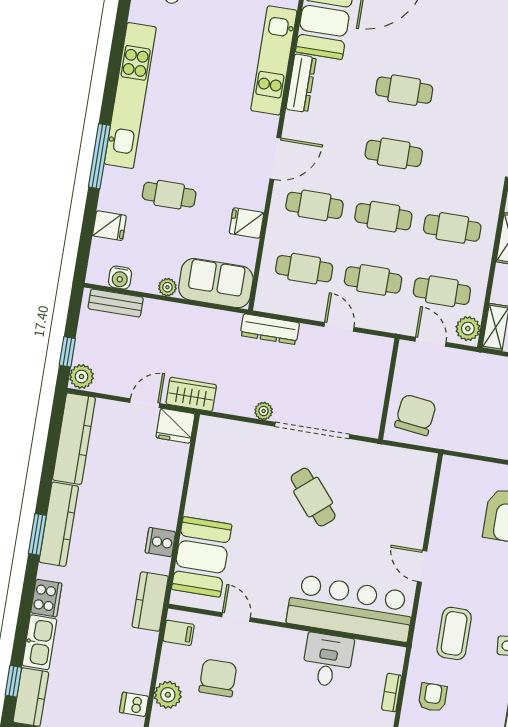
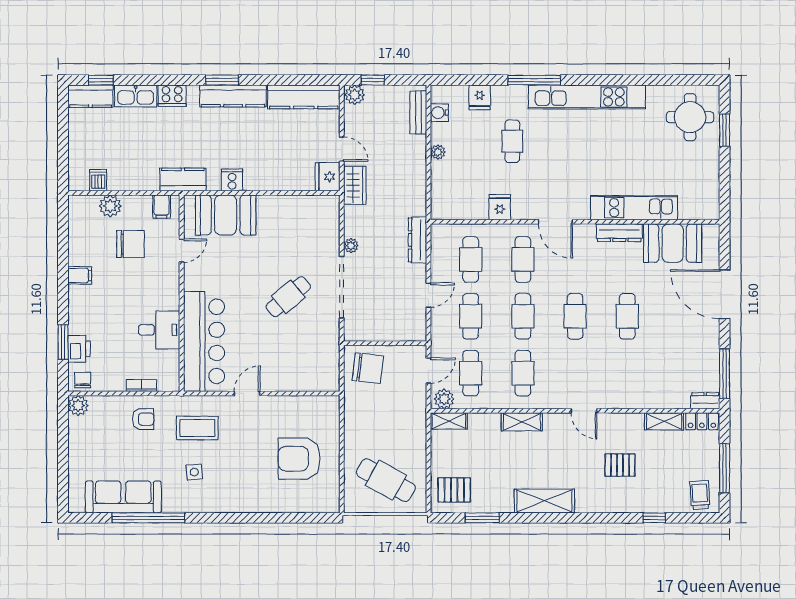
sofa: (216, 283) -> (447, 190), removed

